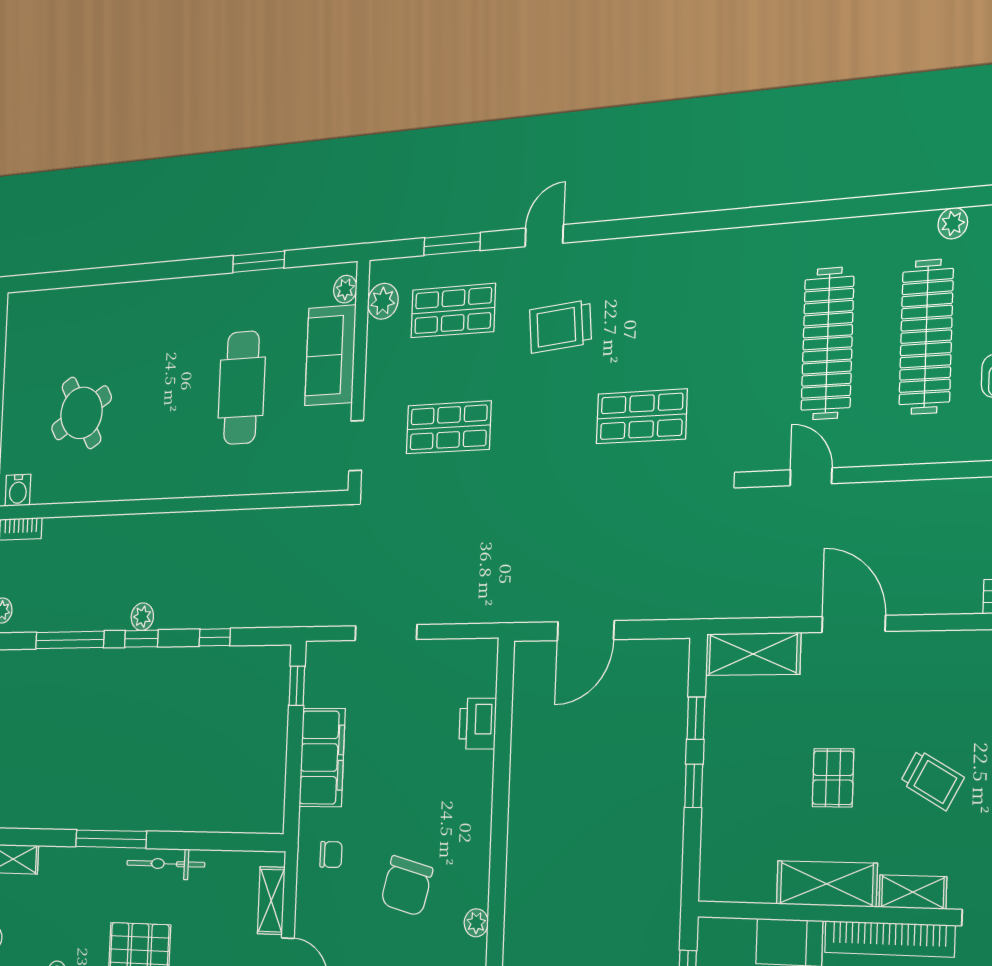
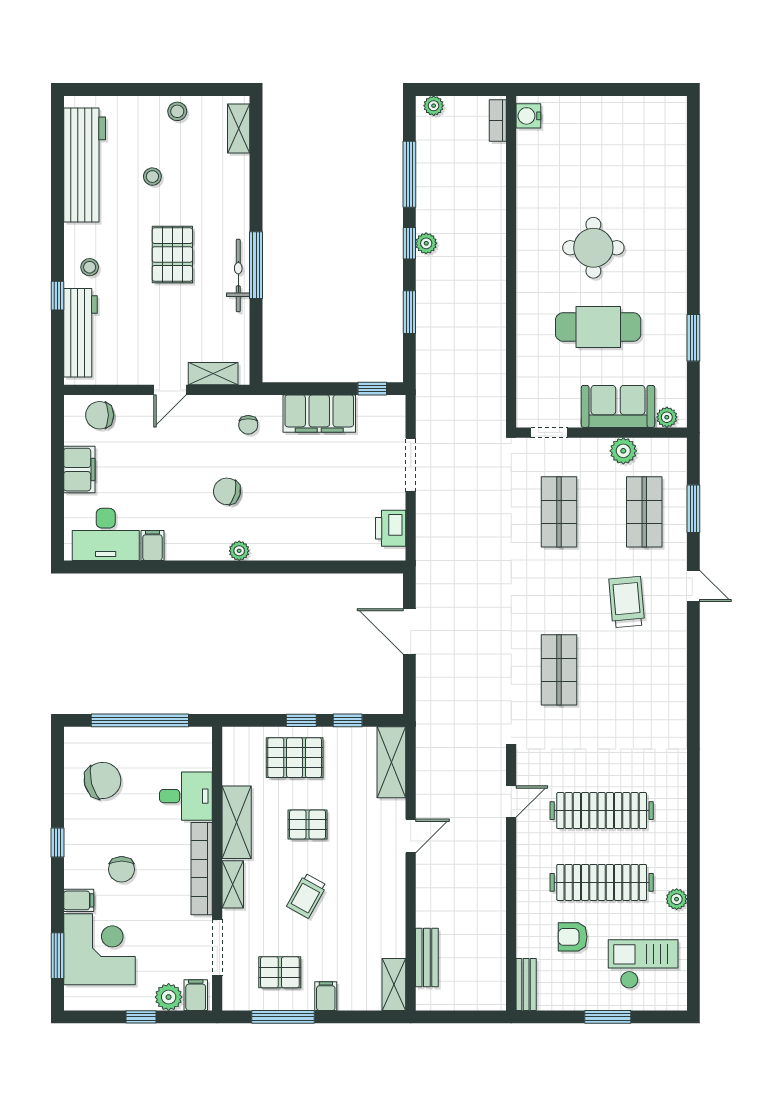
plant: (383, 301) -> (623, 451), moved
round table: (81, 413) -> (593, 248), moved, turned 30
door: (854, 624) -> (411, 836), width x0.73
window: (215, 637) -> (409, 312), width x1.50
printer: (478, 724) -> (391, 528), moved, turned -90
pallet: (742, 796) -> (295, 758), added
window: (111, 839) -> (256, 265), moved
chair: (407, 886) -> (227, 491), width x0.73, depth x0.73
plant: (476, 923) -> (239, 551), moved

